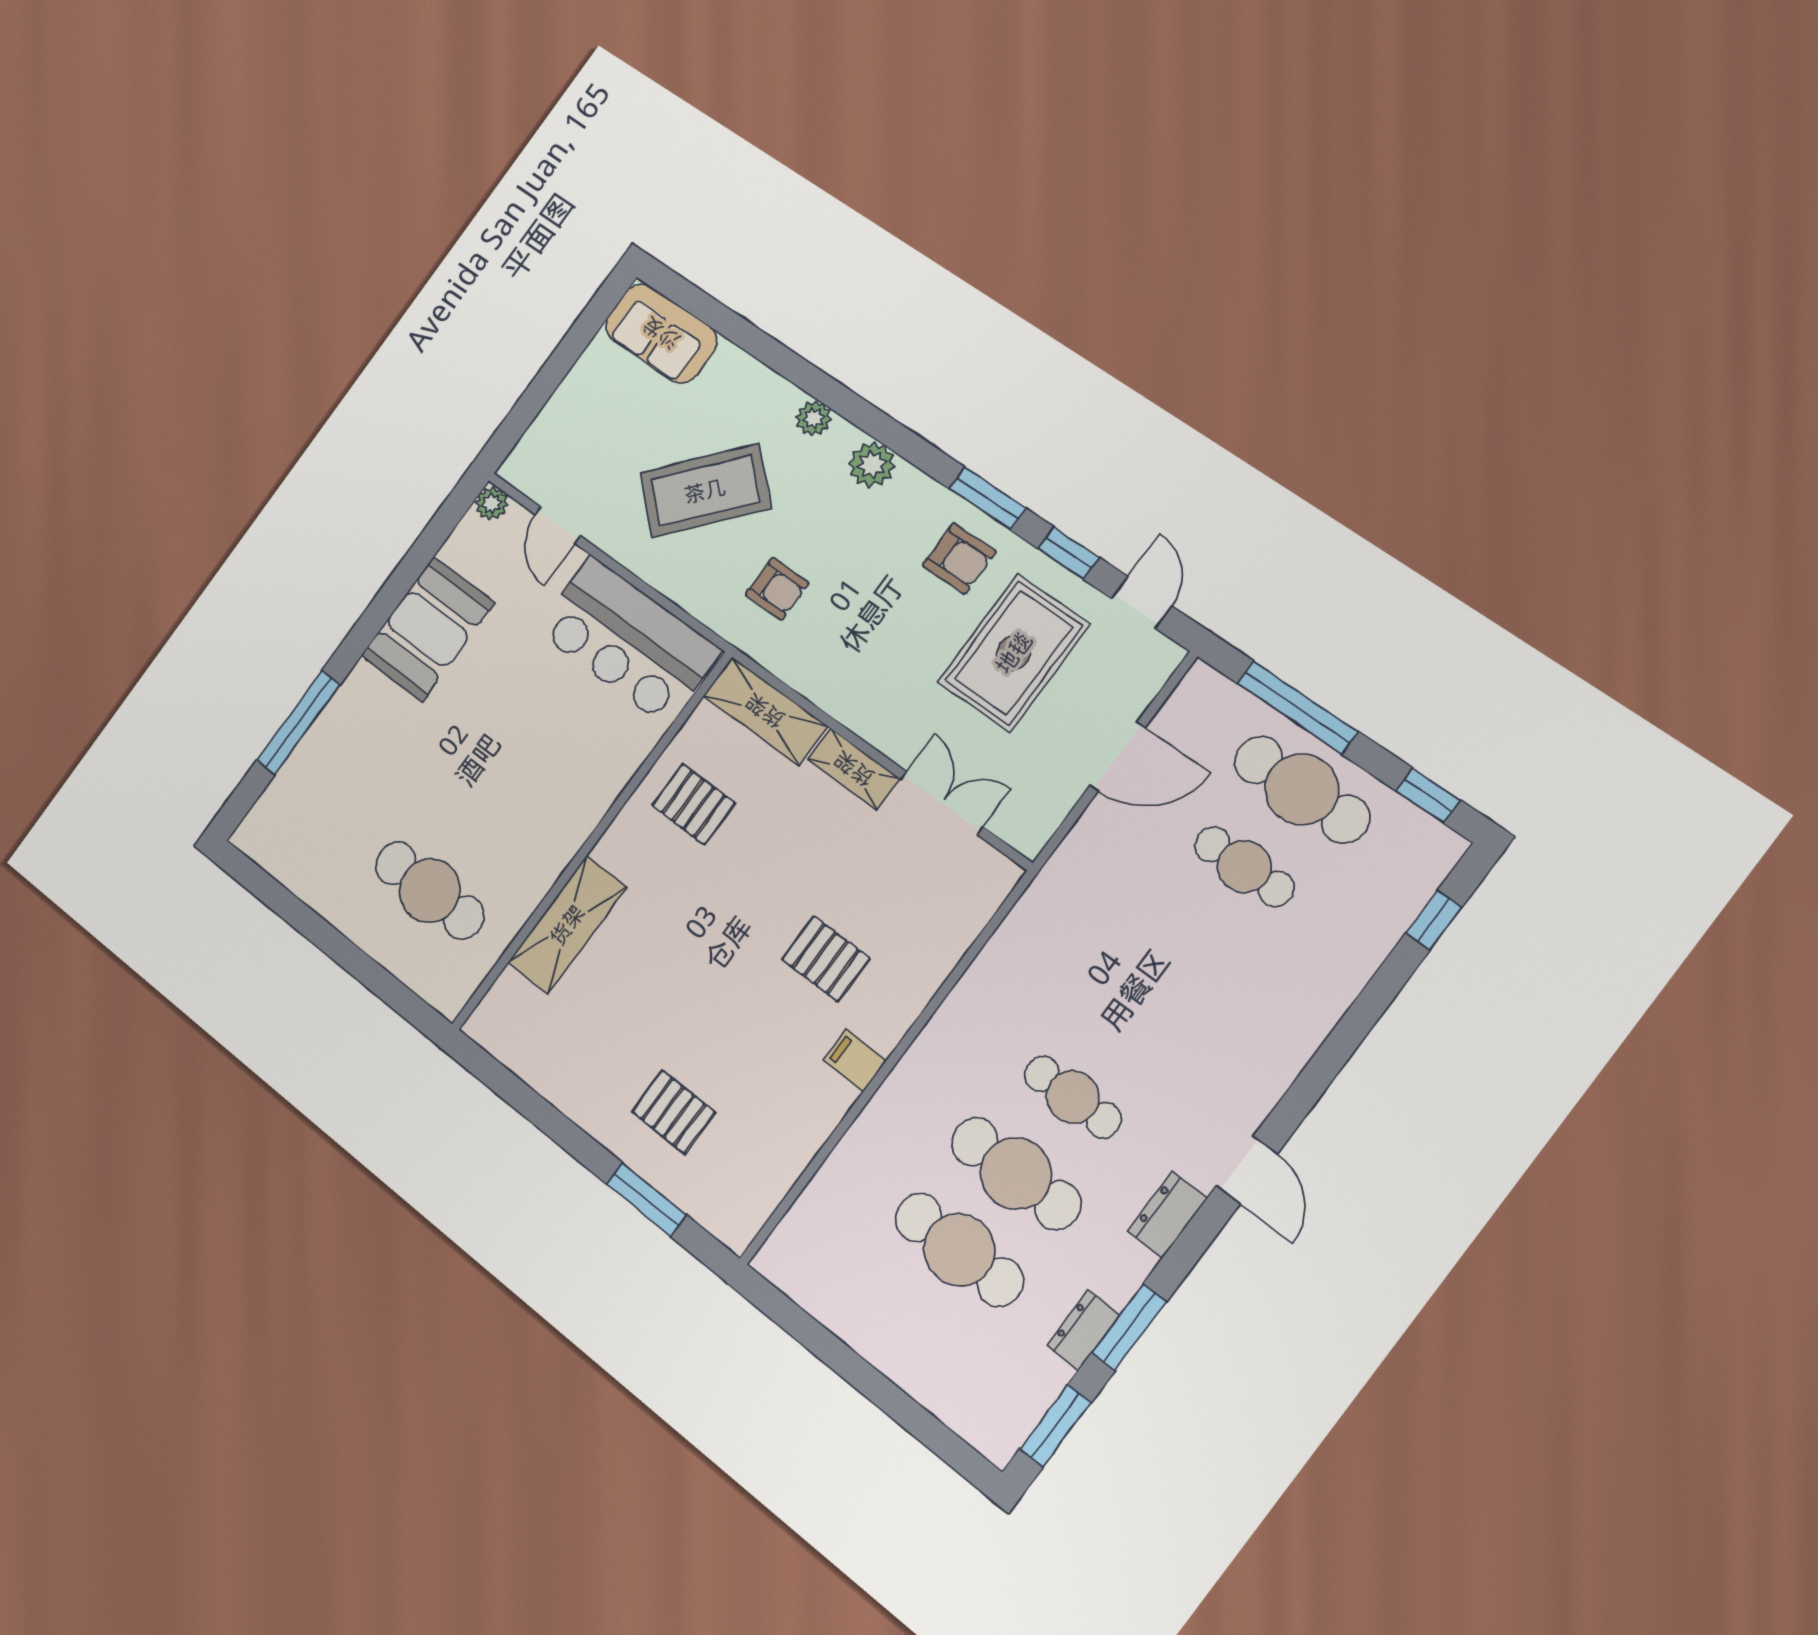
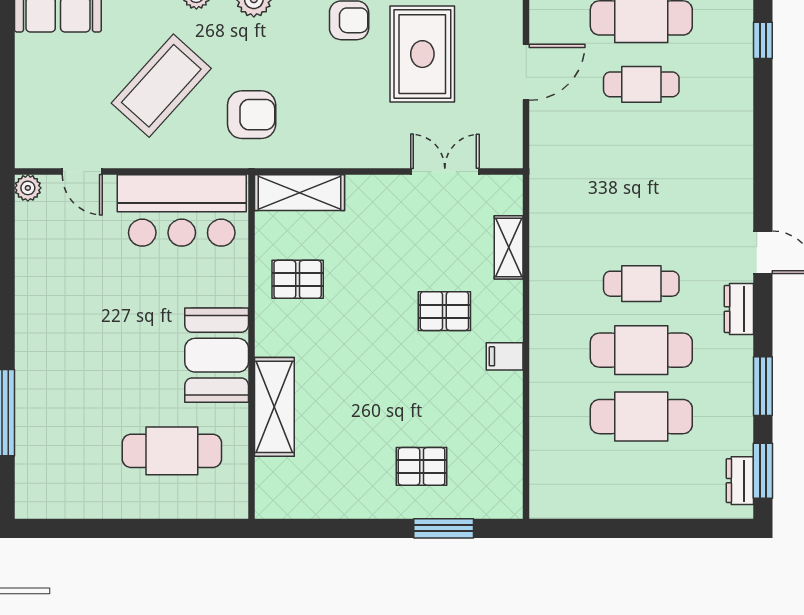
armchair: (777, 589) -> (252, 115), width x1.38, depth x1.38
booth: (428, 629) -> (217, 355), moved
shelving: (854, 769) -> (509, 247), moved, turned 90
dresser: (1083, 1330) -> (740, 481), moved

